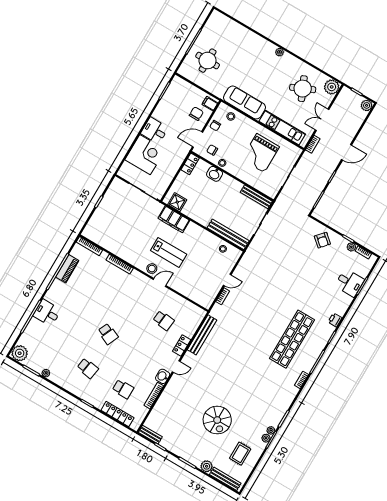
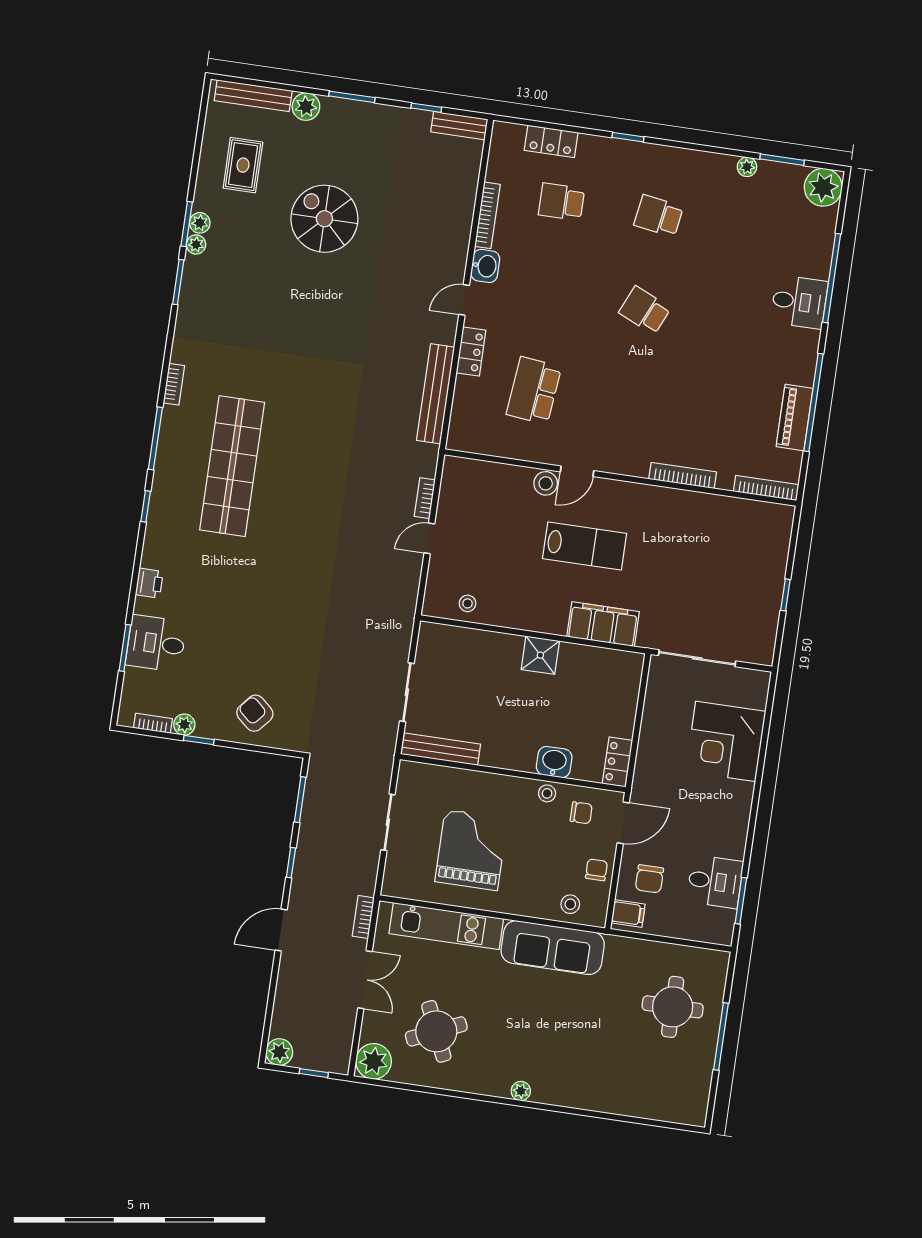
desk: (155, 131) -> (715, 882), moved
shower: (177, 202) -> (540, 655), moved
bench: (228, 234) -> (469, 641), removed
lab bench: (169, 252) -> (585, 546), turned 180
stool: (152, 269) -> (546, 483), moved
school desk: (164, 320) -> (534, 391), width x1.85
printer: (335, 320) -> (149, 583), moved
locker: (117, 414) -> (551, 141), width x0.66

